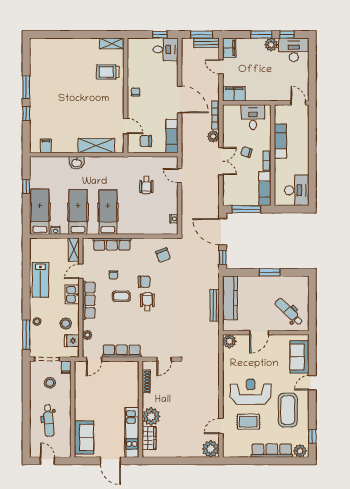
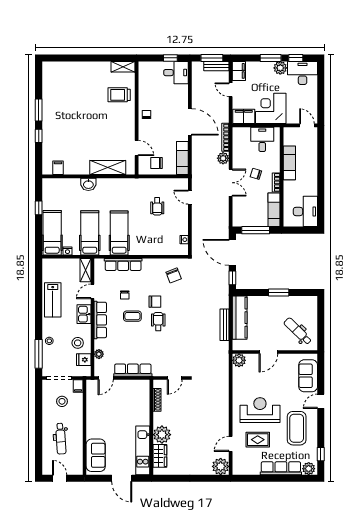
corner desk: (262, 86) -> (271, 108), added

